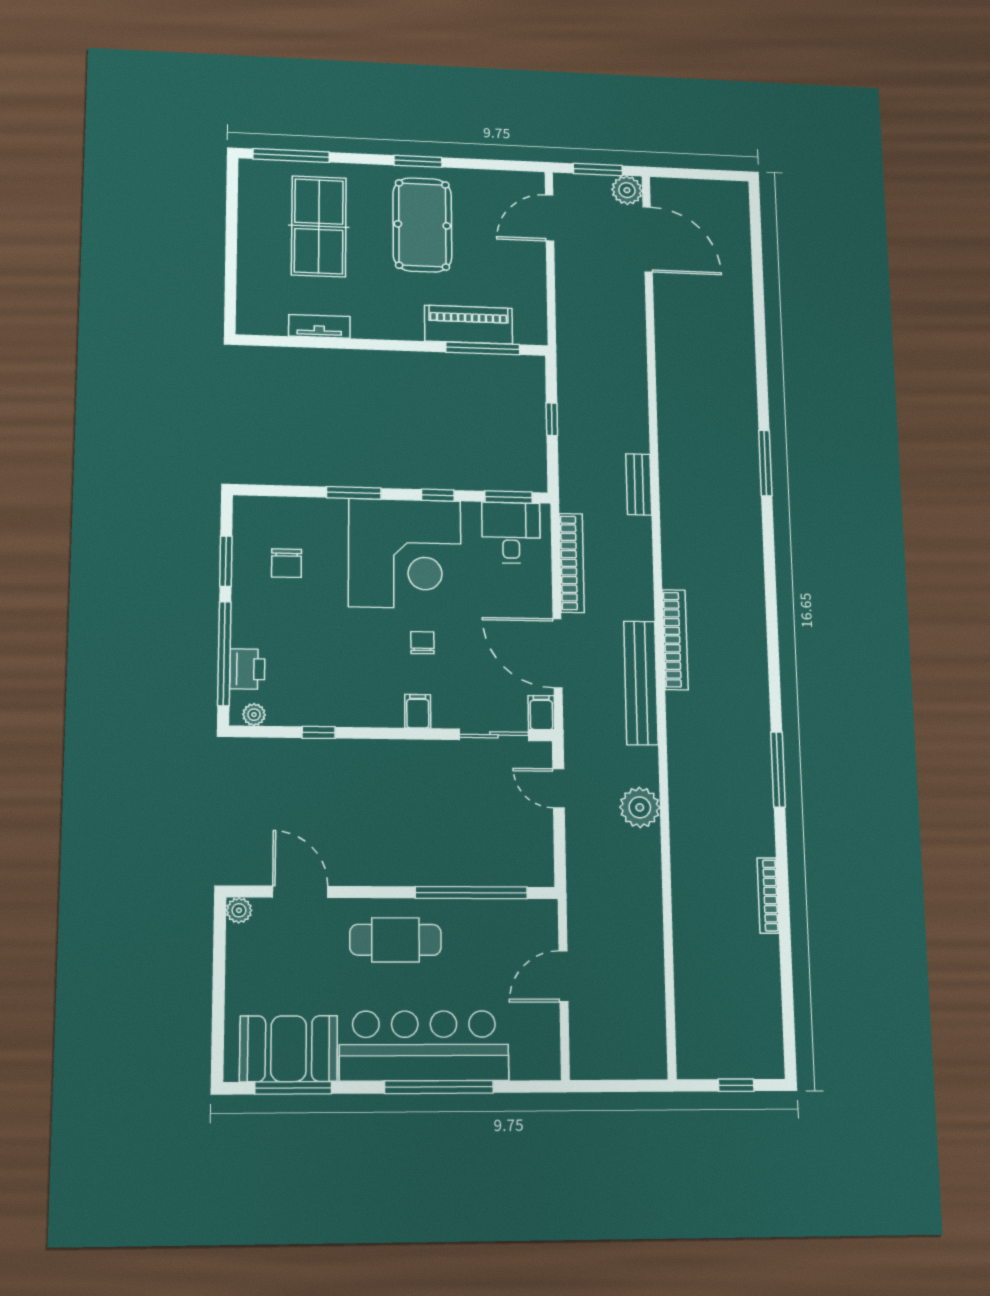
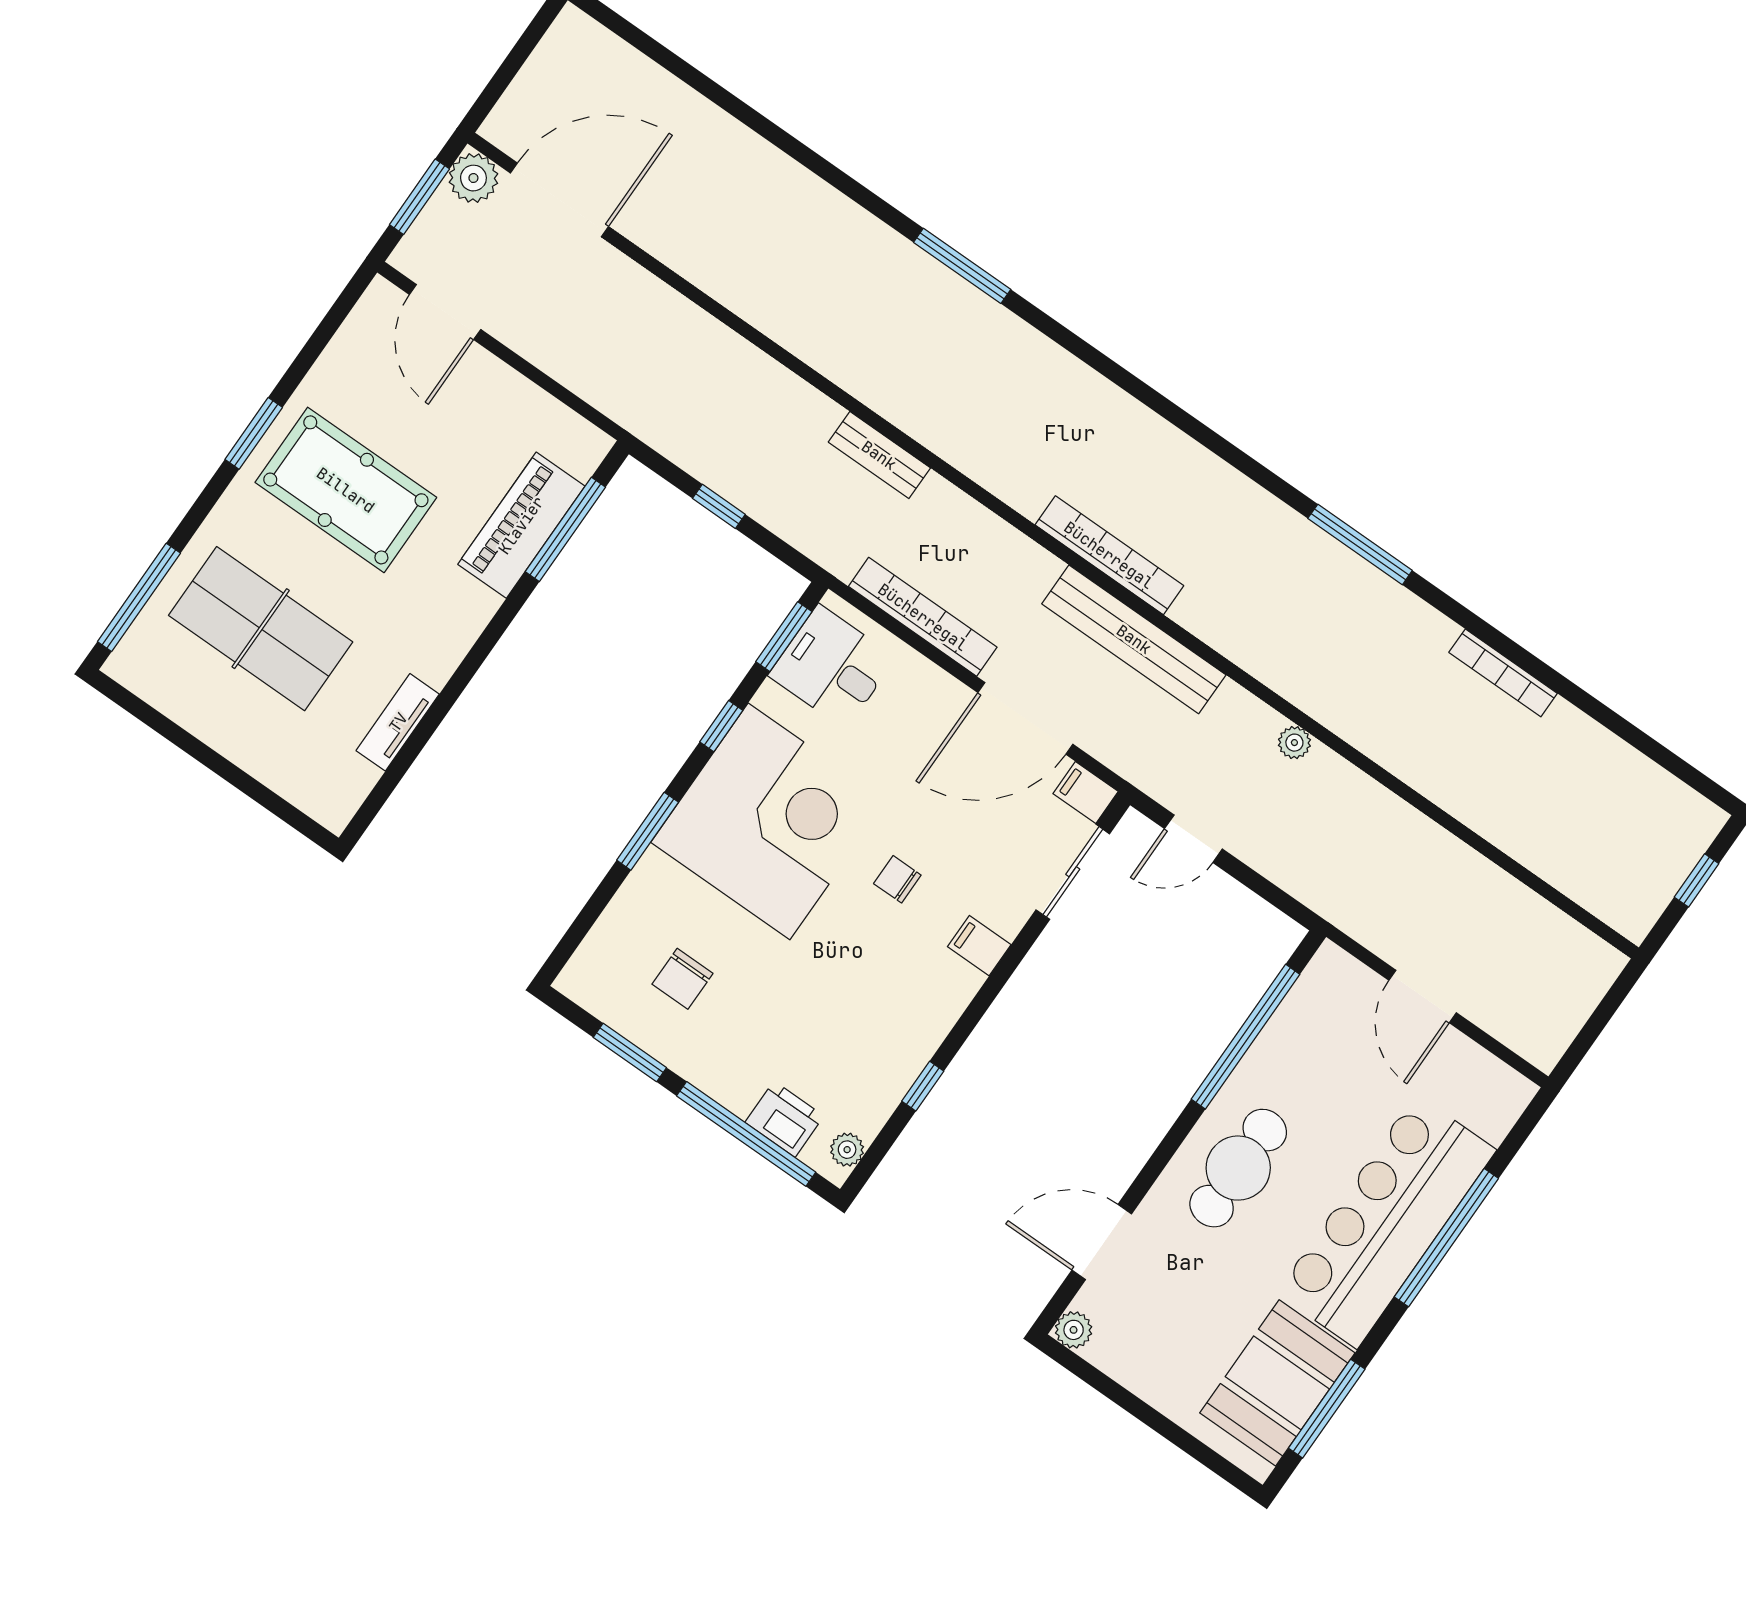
chair: (286, 563) -> (683, 979), turned 90
plant: (640, 807) -> (1294, 743), width x0.53, depth x0.53

